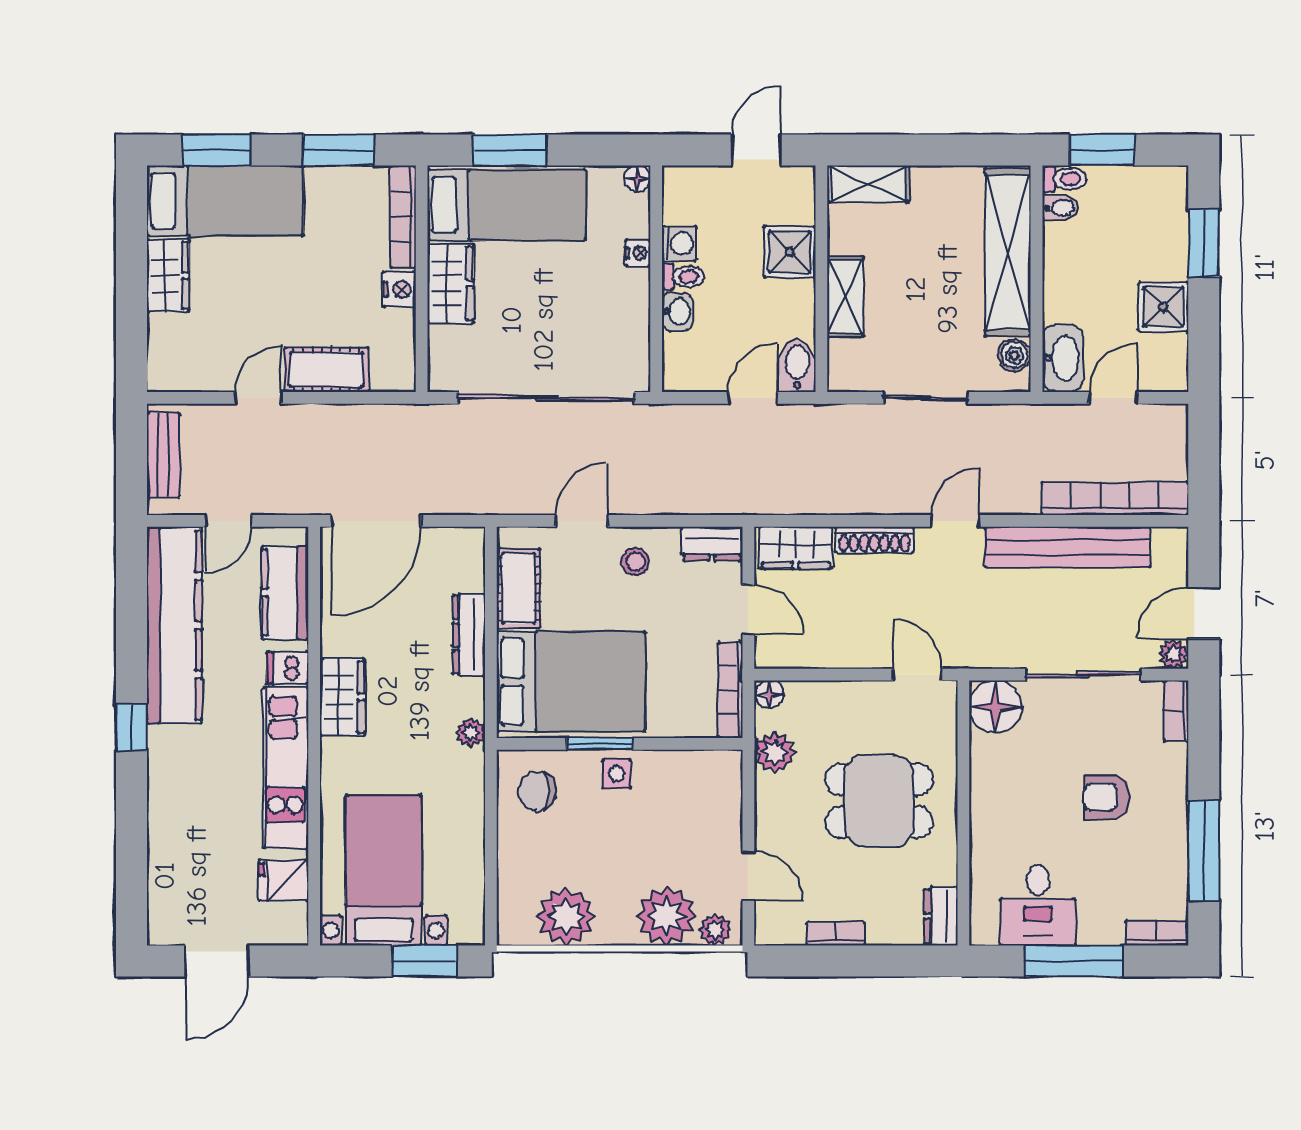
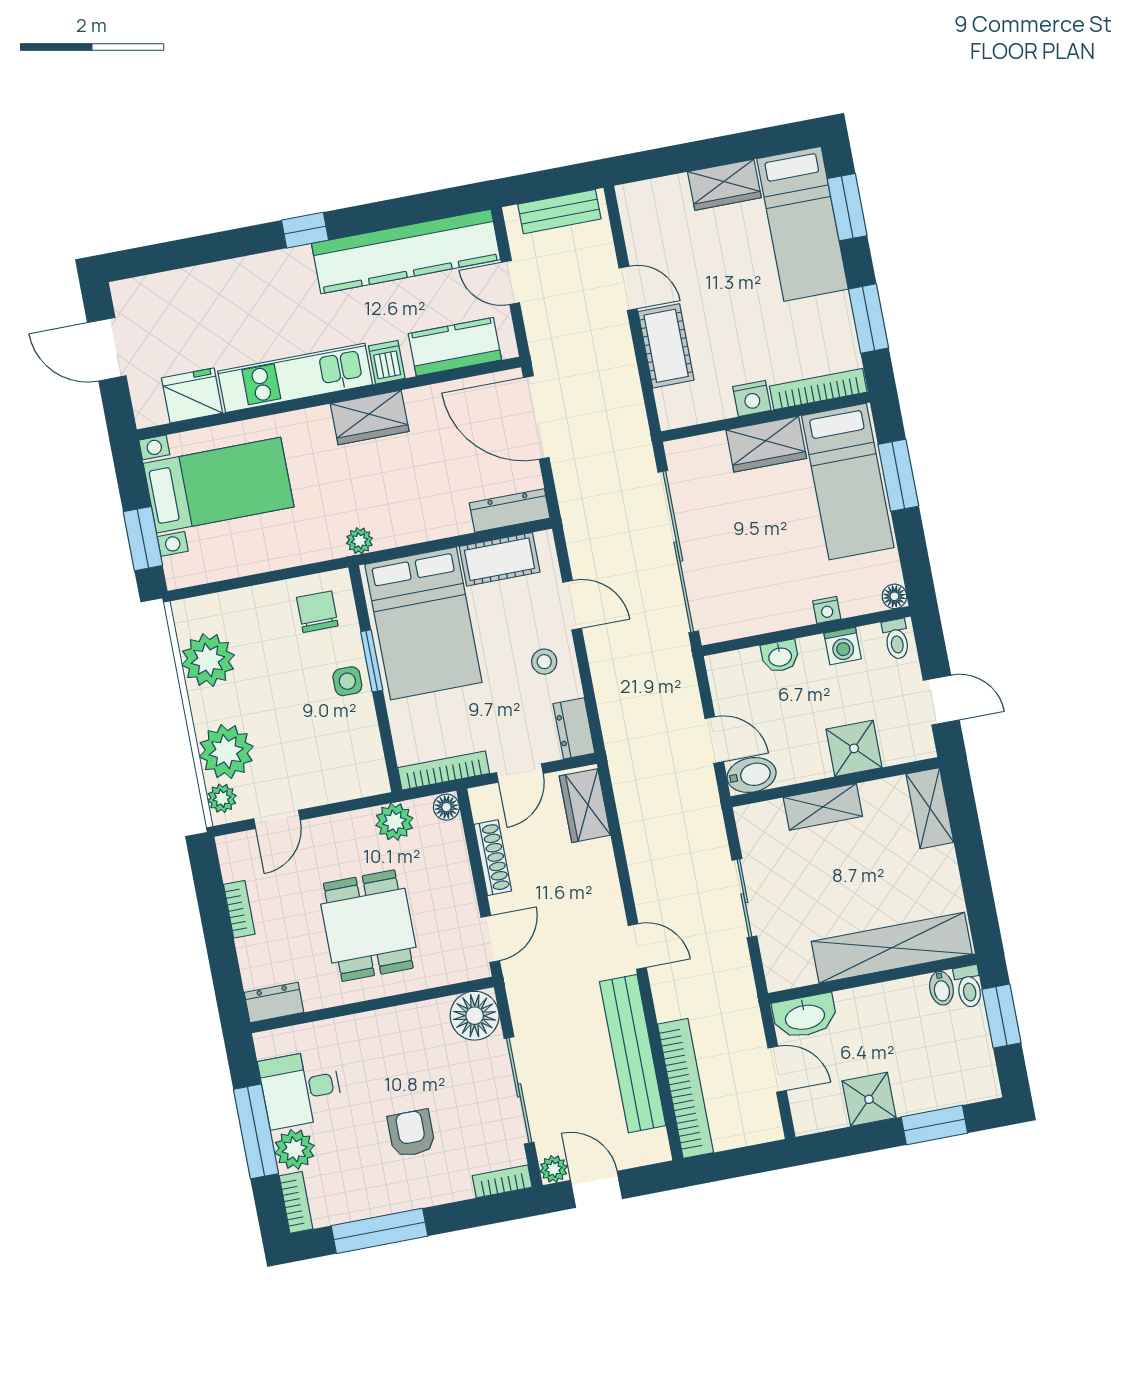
toilet: (683, 277) -> (896, 639), moved
boiler: (1015, 355) -> (799, 972), removed
shoe rack: (874, 540) -> (493, 858), moved, turned 180
dresser: (469, 635) -> (510, 511), moved
fridge: (283, 880) -> (192, 396), width x1.38
plant: (1100, 924) -> (295, 1149), added

